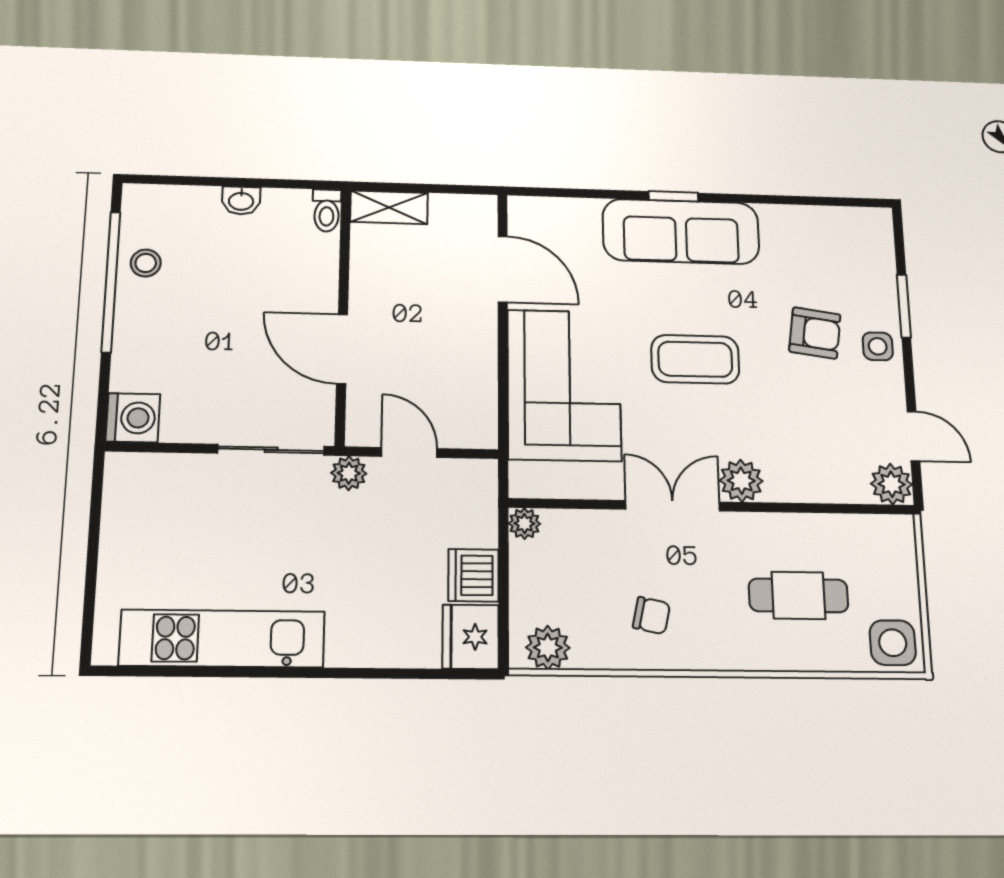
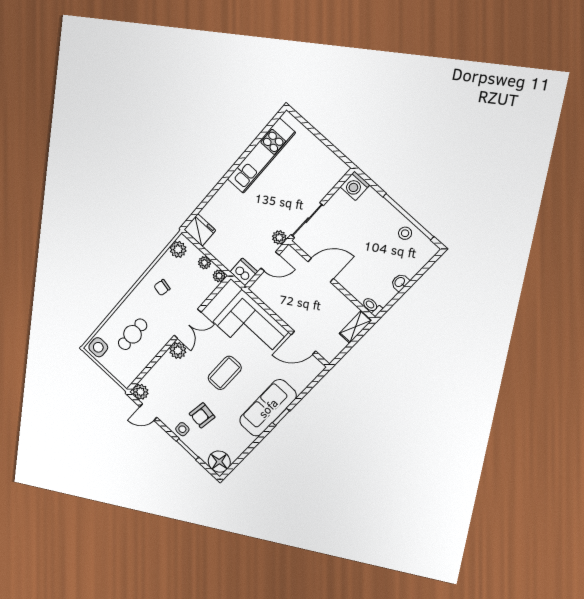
floor lamp: (865, 232) -> (219, 462), added
plant: (525, 573) -> (205, 263), added
dishwasher: (474, 575) -> (244, 272), moved

